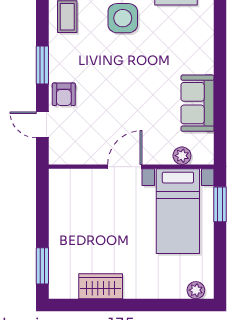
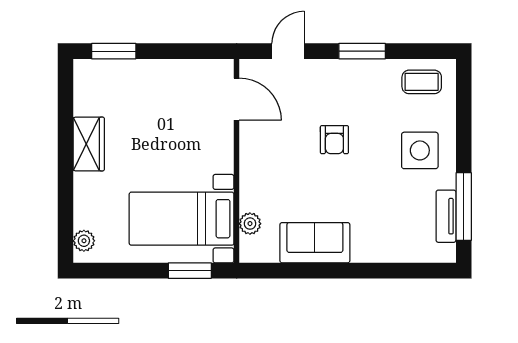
armchair: (64, 94) -> (334, 140), moved, turned -90
door: (125, 167) -> (237, 99), moved
wardrobe: (101, 286) -> (89, 144), moved

